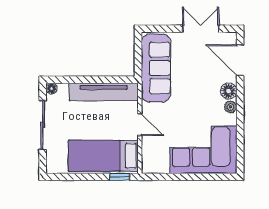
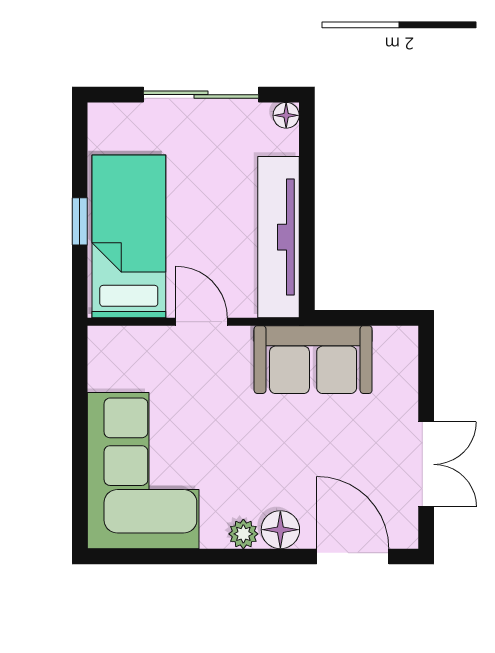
door: (240, 60) -> (353, 556), hinge flipped
sofa: (156, 68) -> (313, 360), width x0.73
door: (140, 125) -> (202, 322), swing flipped
window: (120, 177) -> (80, 221), moved

